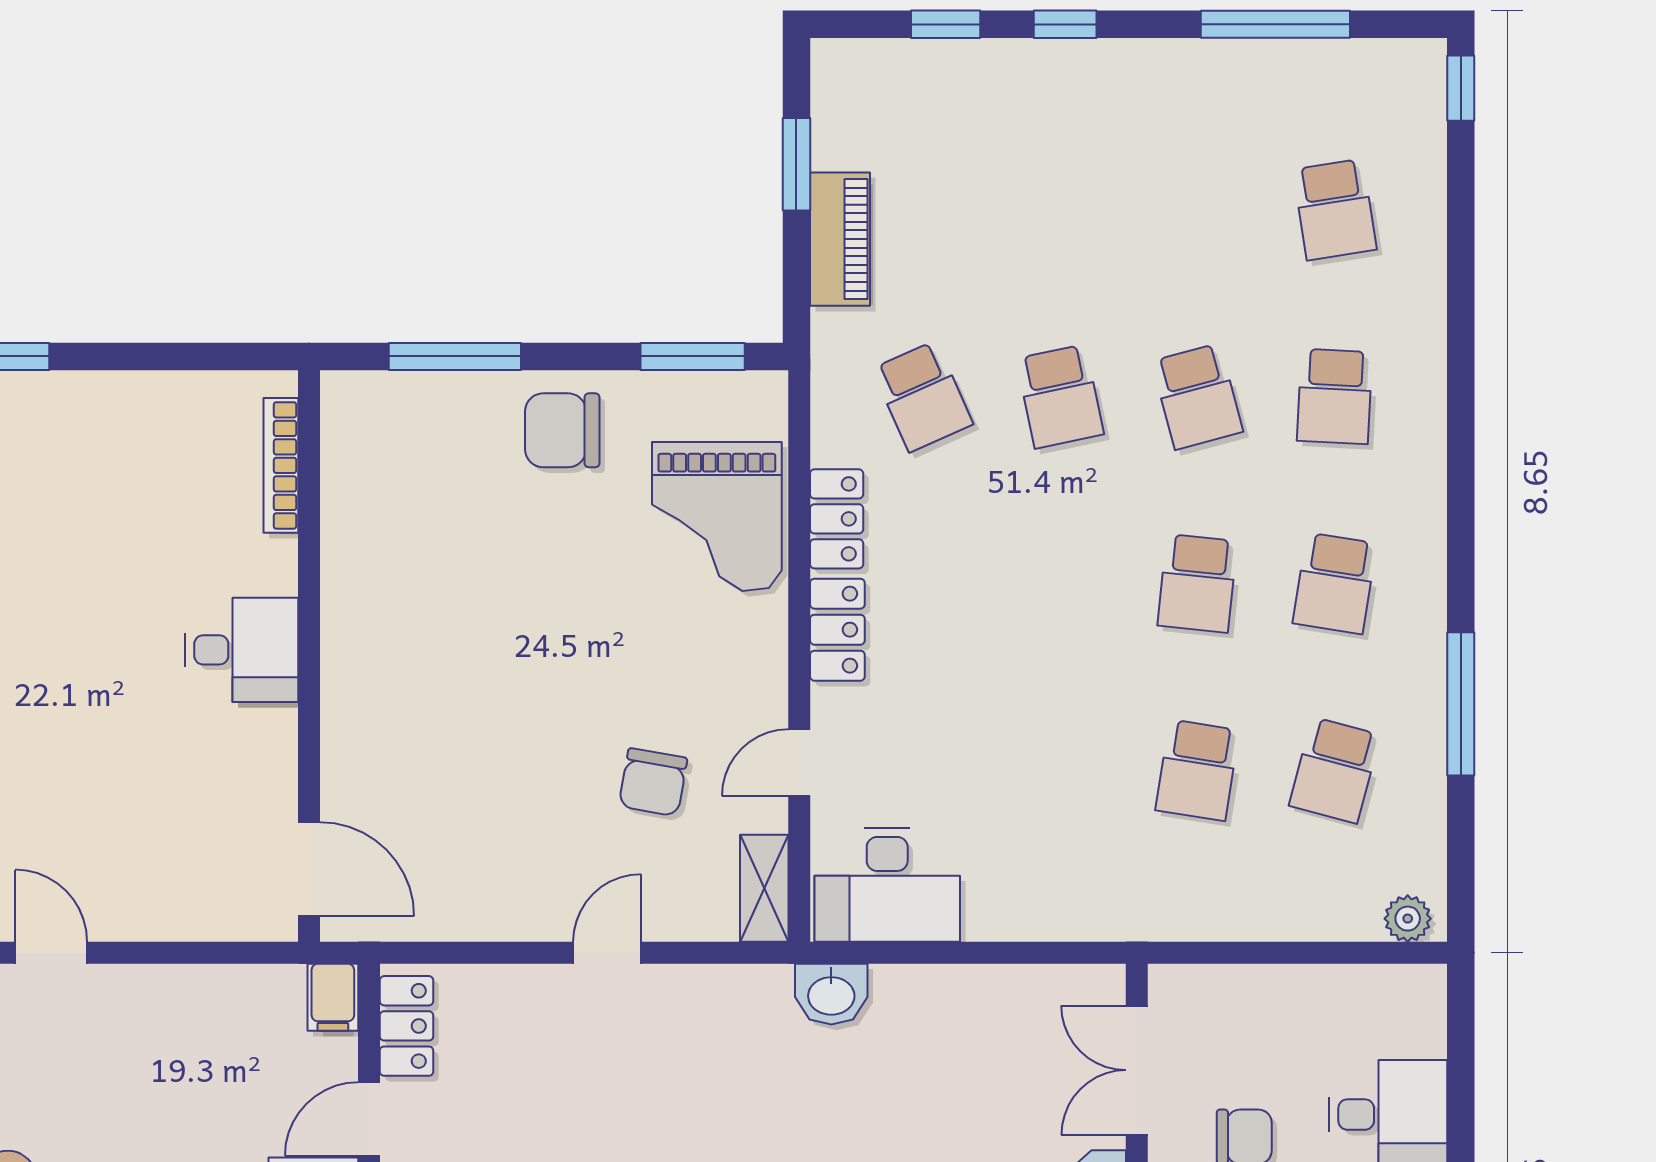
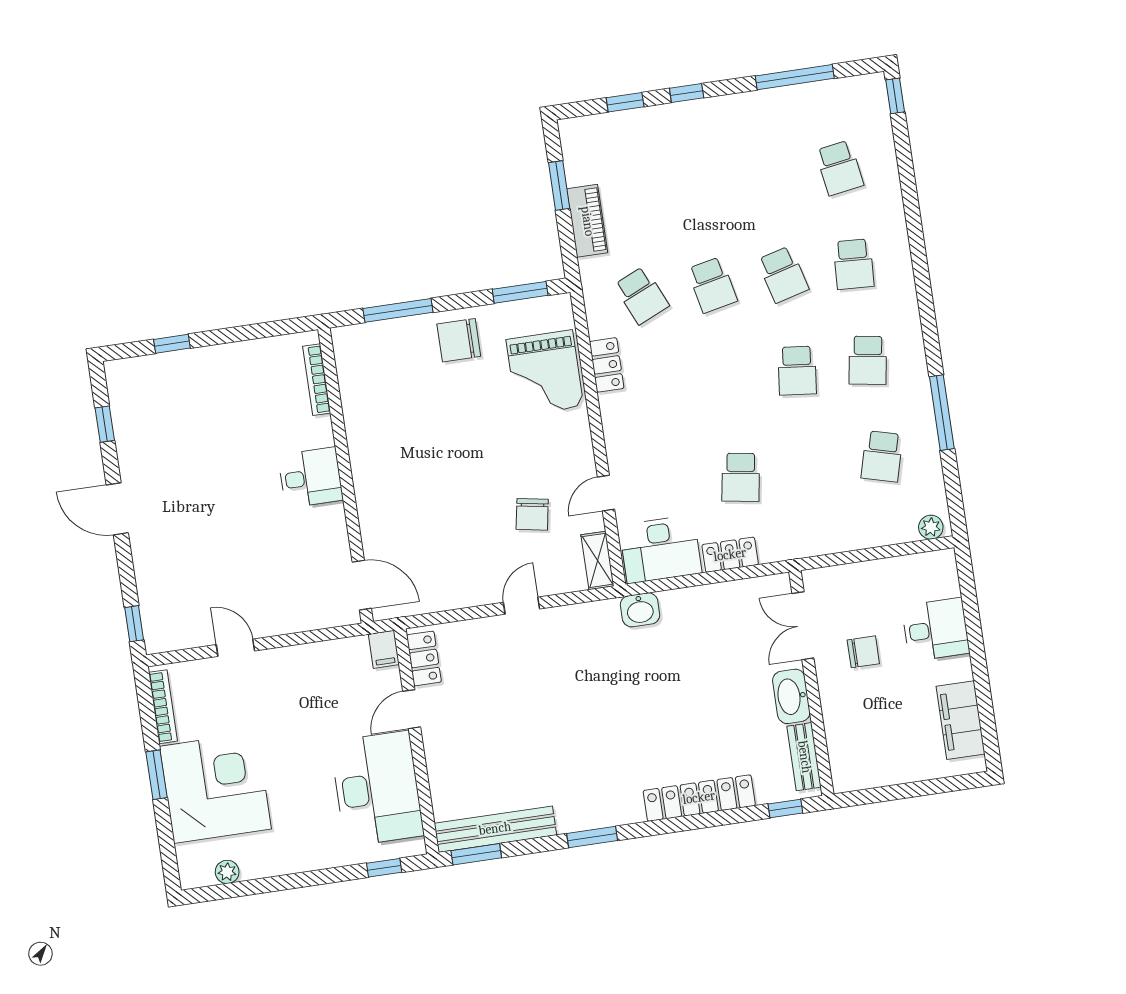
locker: (837, 630) -> (730, 555), moved, turned -90
school desk: (1197, 770) -> (741, 477), moved

